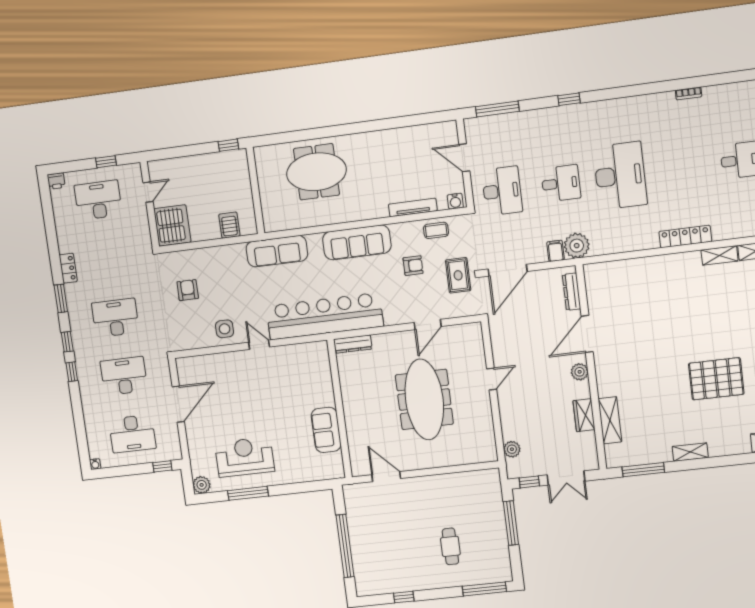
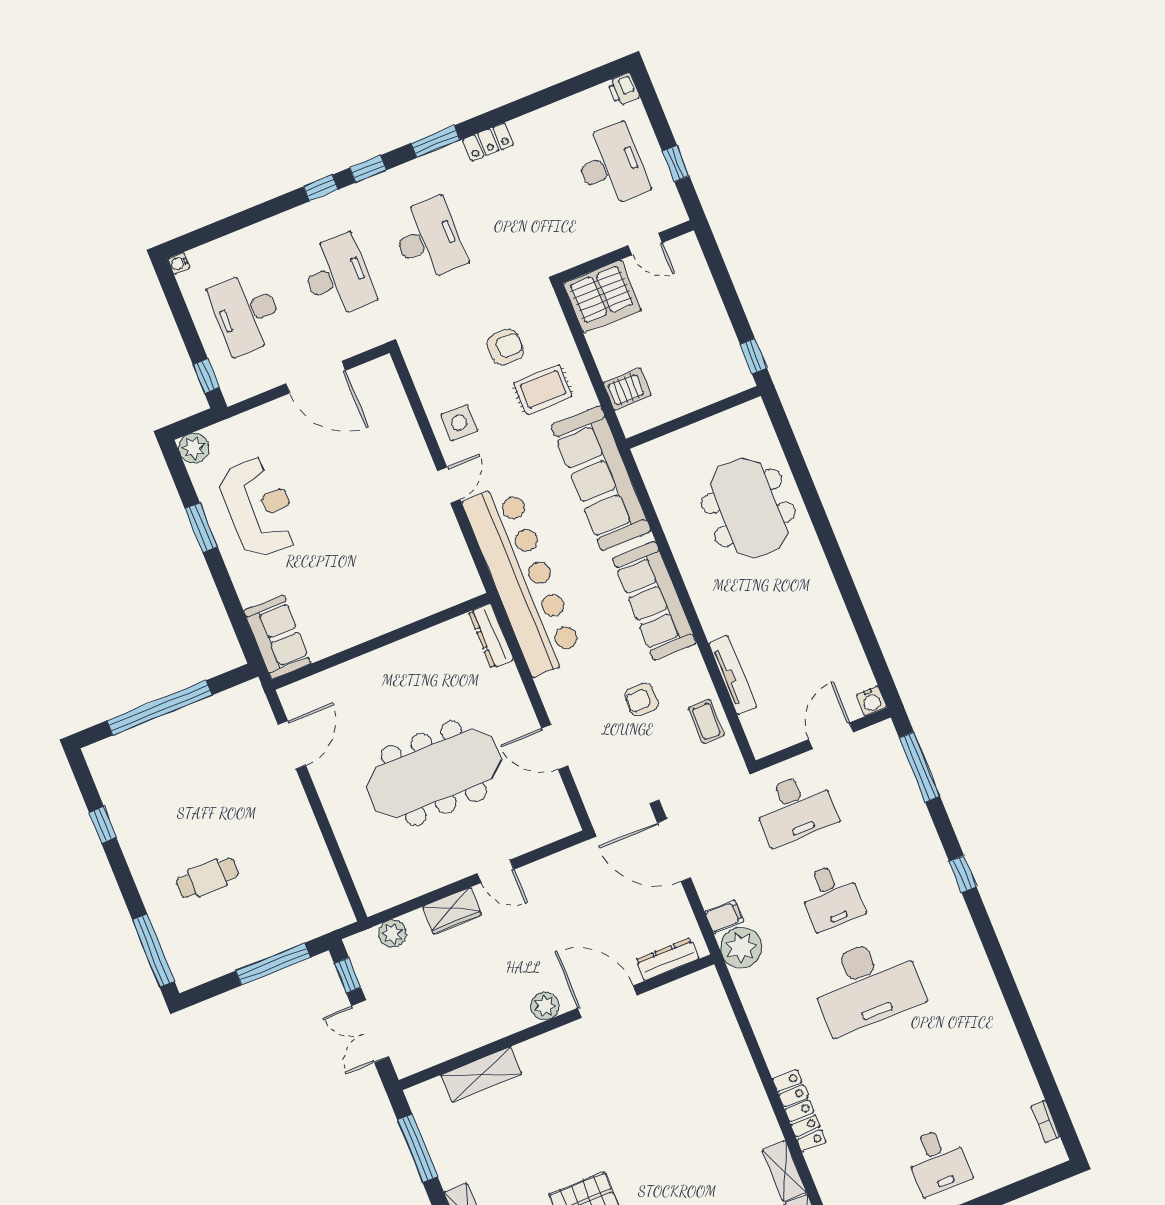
bookcase: (689, 93) -> (1045, 1121), moved
water cooler: (455, 201) -> (871, 701), moved, turned -90
sofa: (277, 251) -> (601, 478), width x1.36, depth x1.27
armchair: (413, 266) -> (642, 699), turned 90
rug: (458, 275) -> (543, 390), moved
wardrobe: (584, 415) -> (452, 911), moved, turned 180
sofa: (326, 430) -> (277, 637), moved, turned 90
window: (248, 493) -> (201, 528), width x0.69

